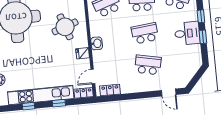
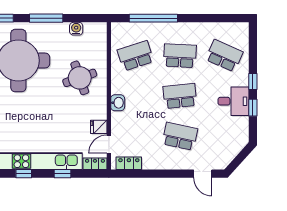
fridge: (83, 53) -> (99, 127), moved

